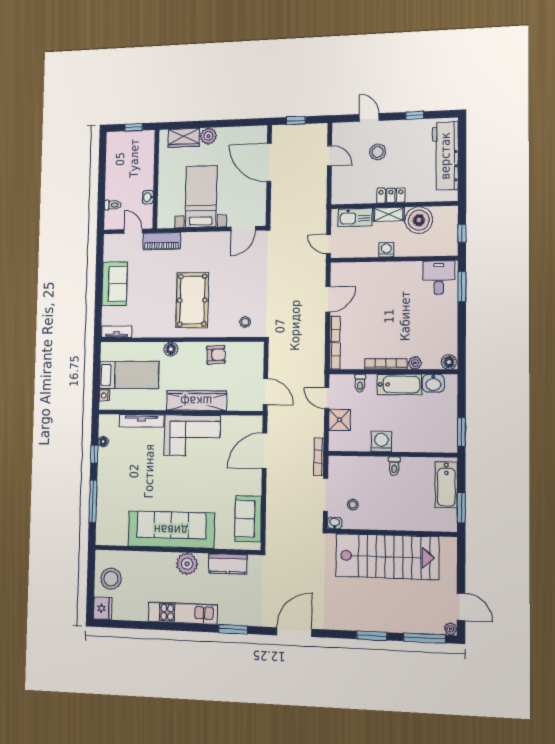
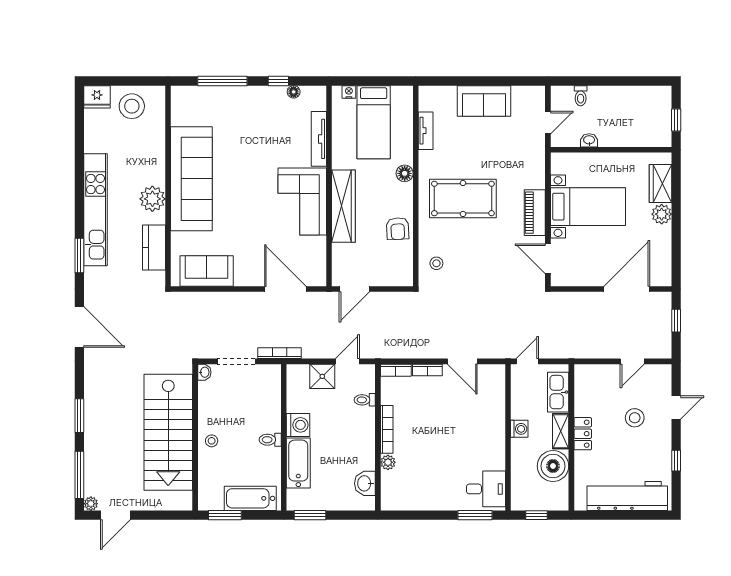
piano: (162, 241) -> (535, 213), moved
tv unit: (117, 332) -> (426, 131), moved
floor lamp: (449, 362) -> (389, 501), removed
bathtub: (399, 384) -> (298, 463), moved, turned 180
stool: (353, 505) -> (212, 441), moved
kitchen unit: (183, 613) -> (96, 210), width x1.36

